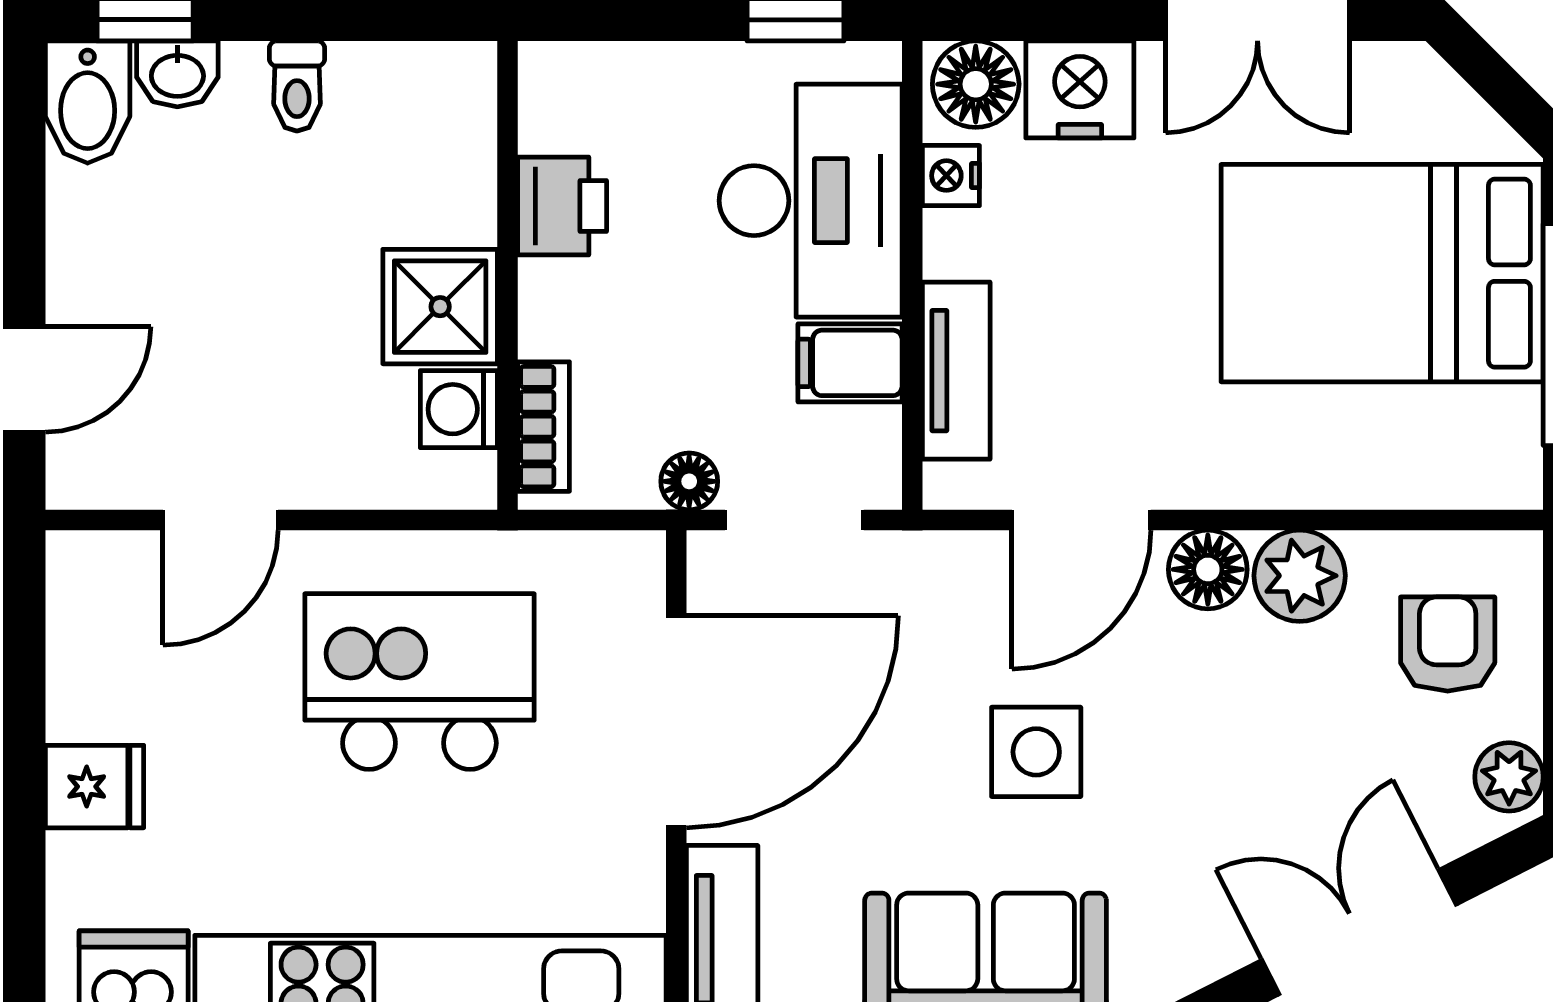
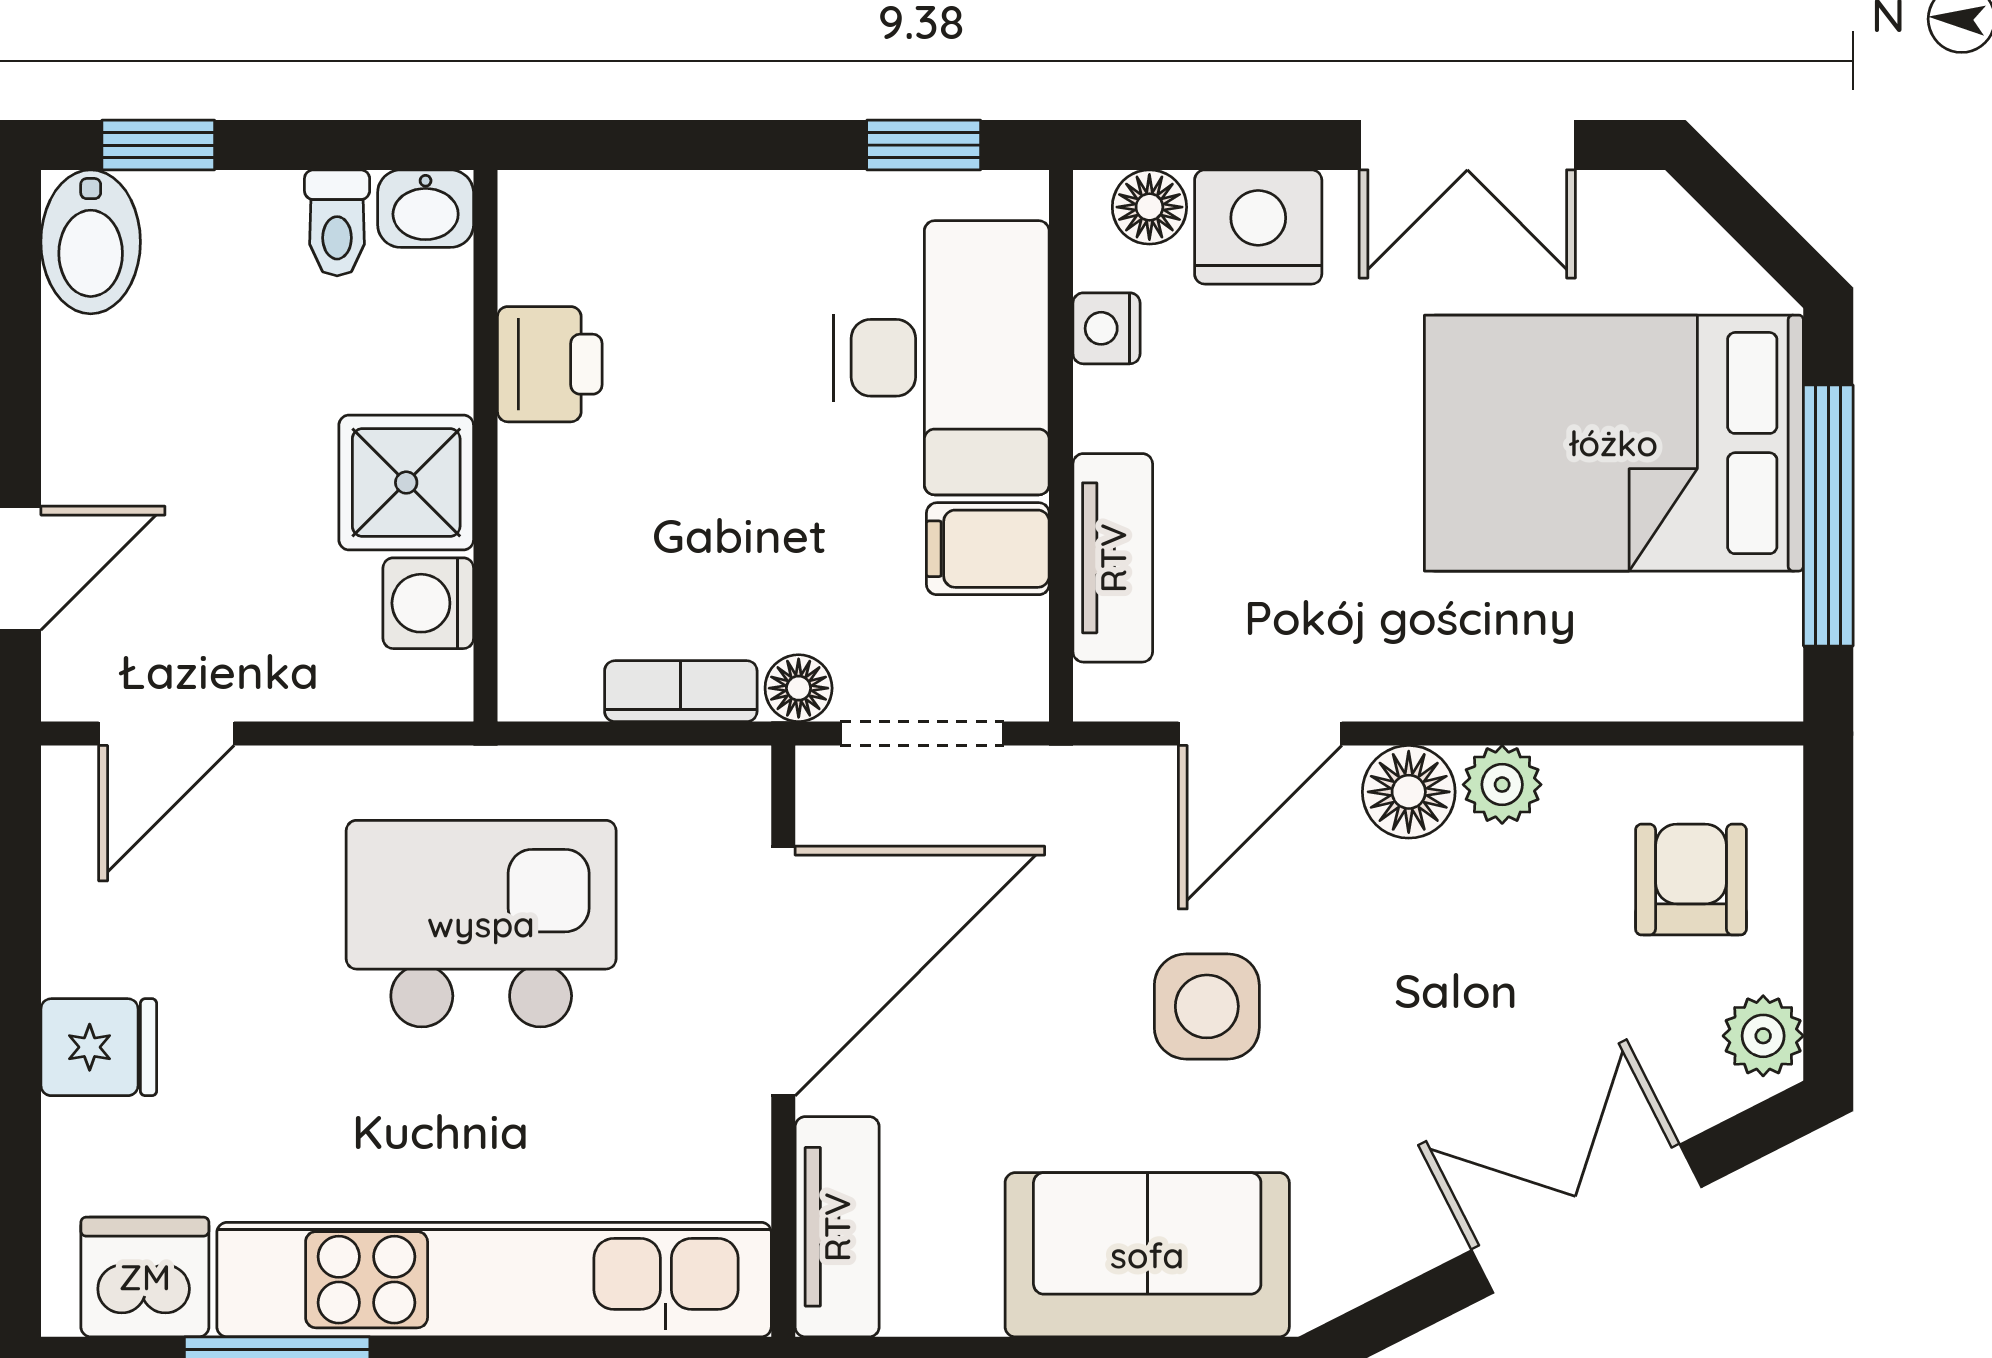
washbasin: (177, 74) -> (426, 209), moved
floor lamp: (976, 84) -> (1149, 207), width x0.73, depth x0.73
printer: (562, 206) -> (550, 364), moved
wall: (508, 275) -> (485, 446), moved
shower: (440, 307) -> (406, 483), moved
washing machine: (459, 409) -> (428, 603), moved
bookcase: (544, 427) -> (681, 691), moved, turned -90
door: (220, 520) -> (166, 734), moved
plant: (1300, 576) -> (1502, 785), width x0.73, depth x0.73

